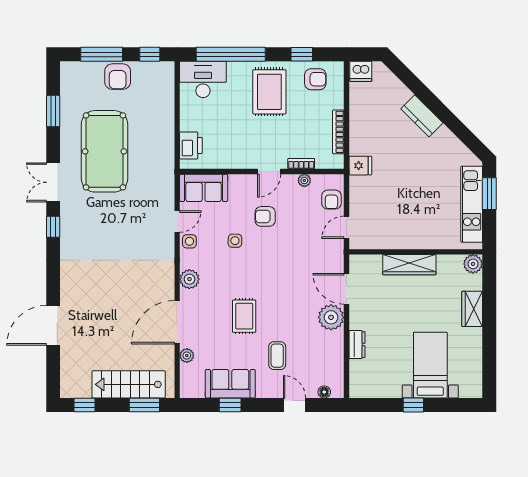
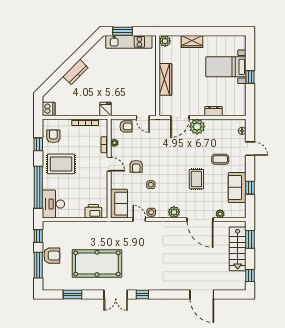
rug: (244, 316) -> (196, 179), turned 90
door: (295, 405) -> (250, 149), swing flipped

